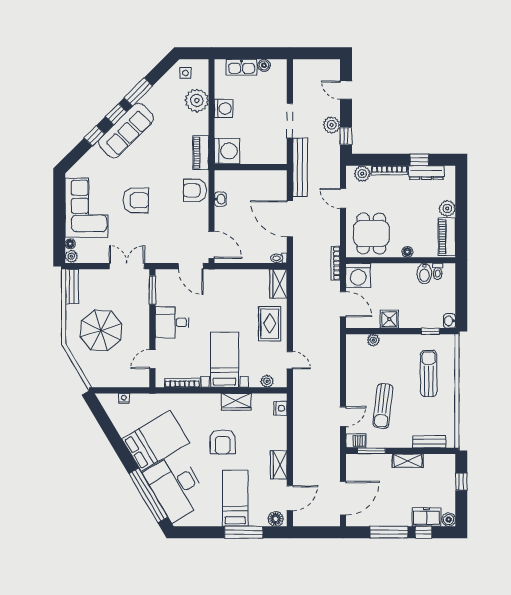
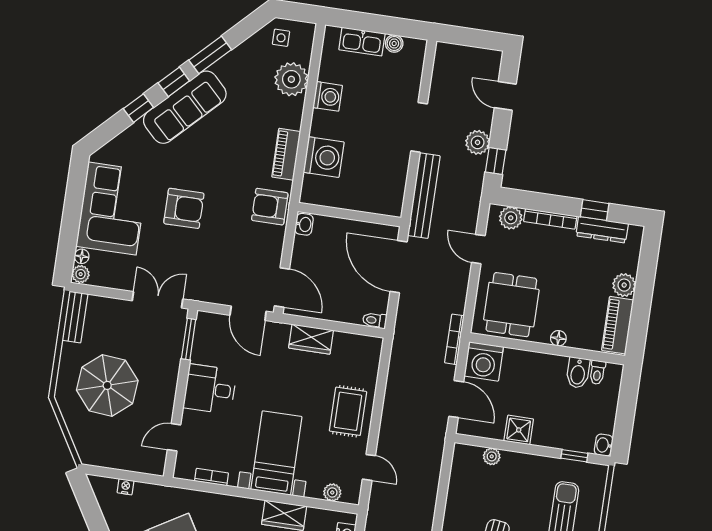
wall: (251, 167) -> (349, 215), moved
wardrobe: (278, 284) -> (311, 339), moved, turned -90
bookcase: (182, 383) -> (212, 477), width x0.64

